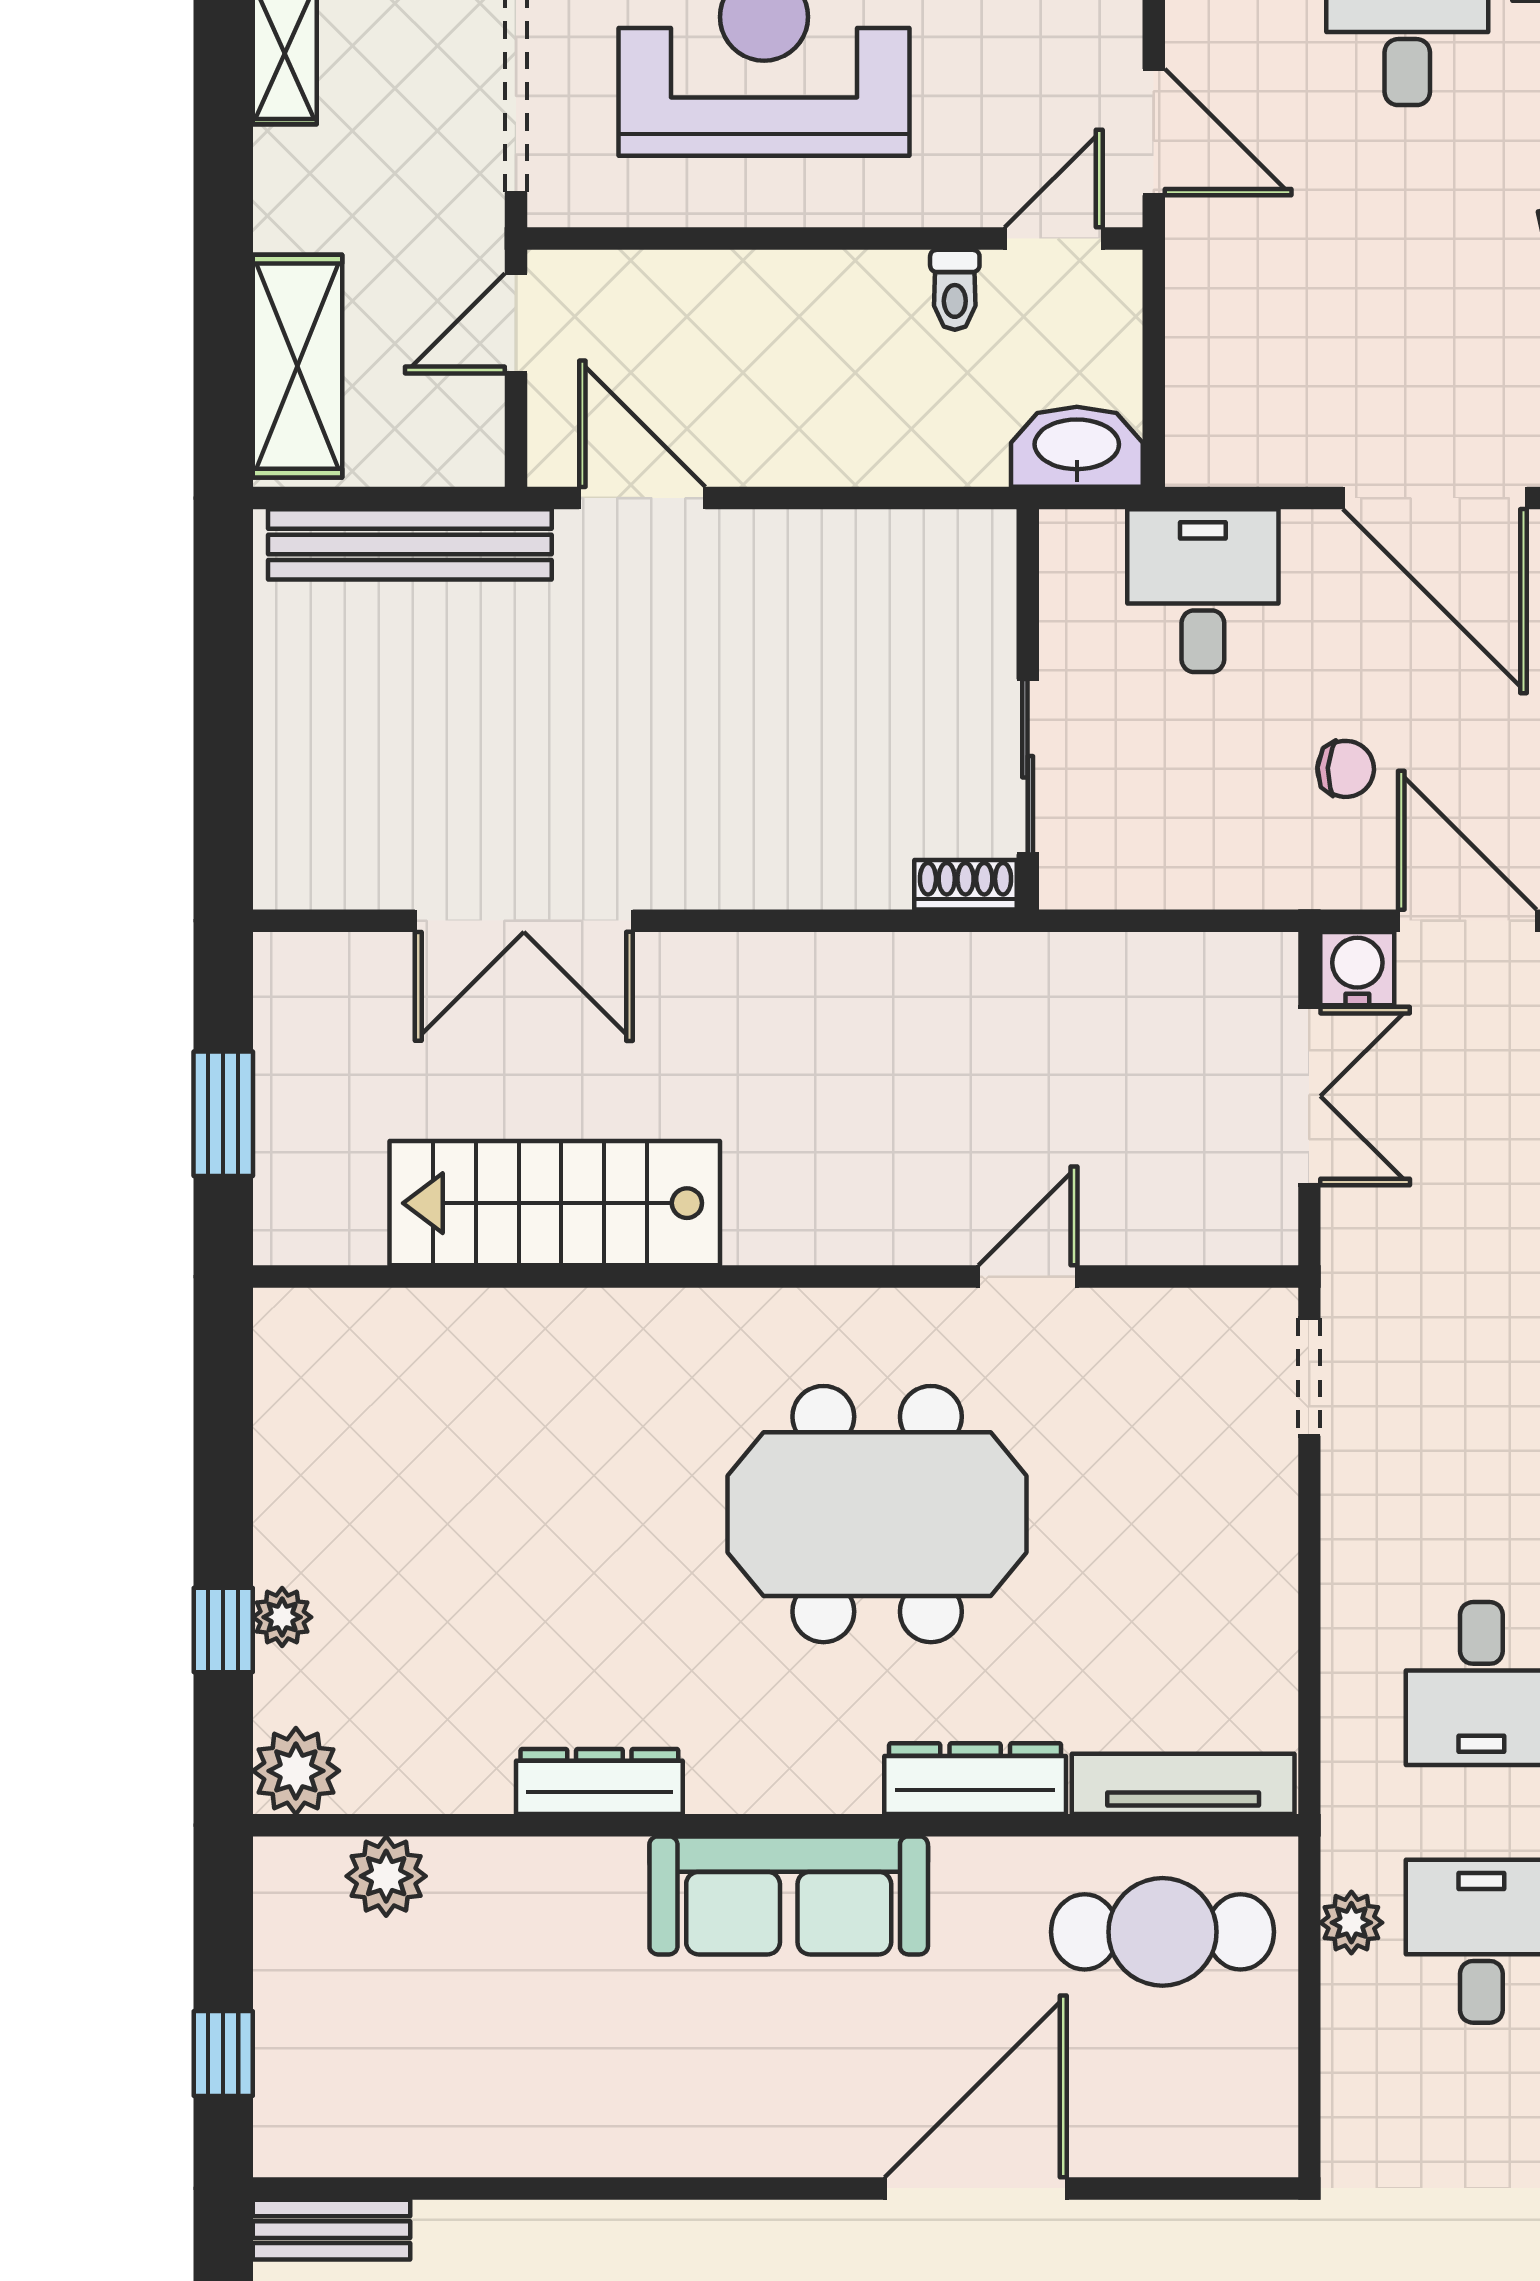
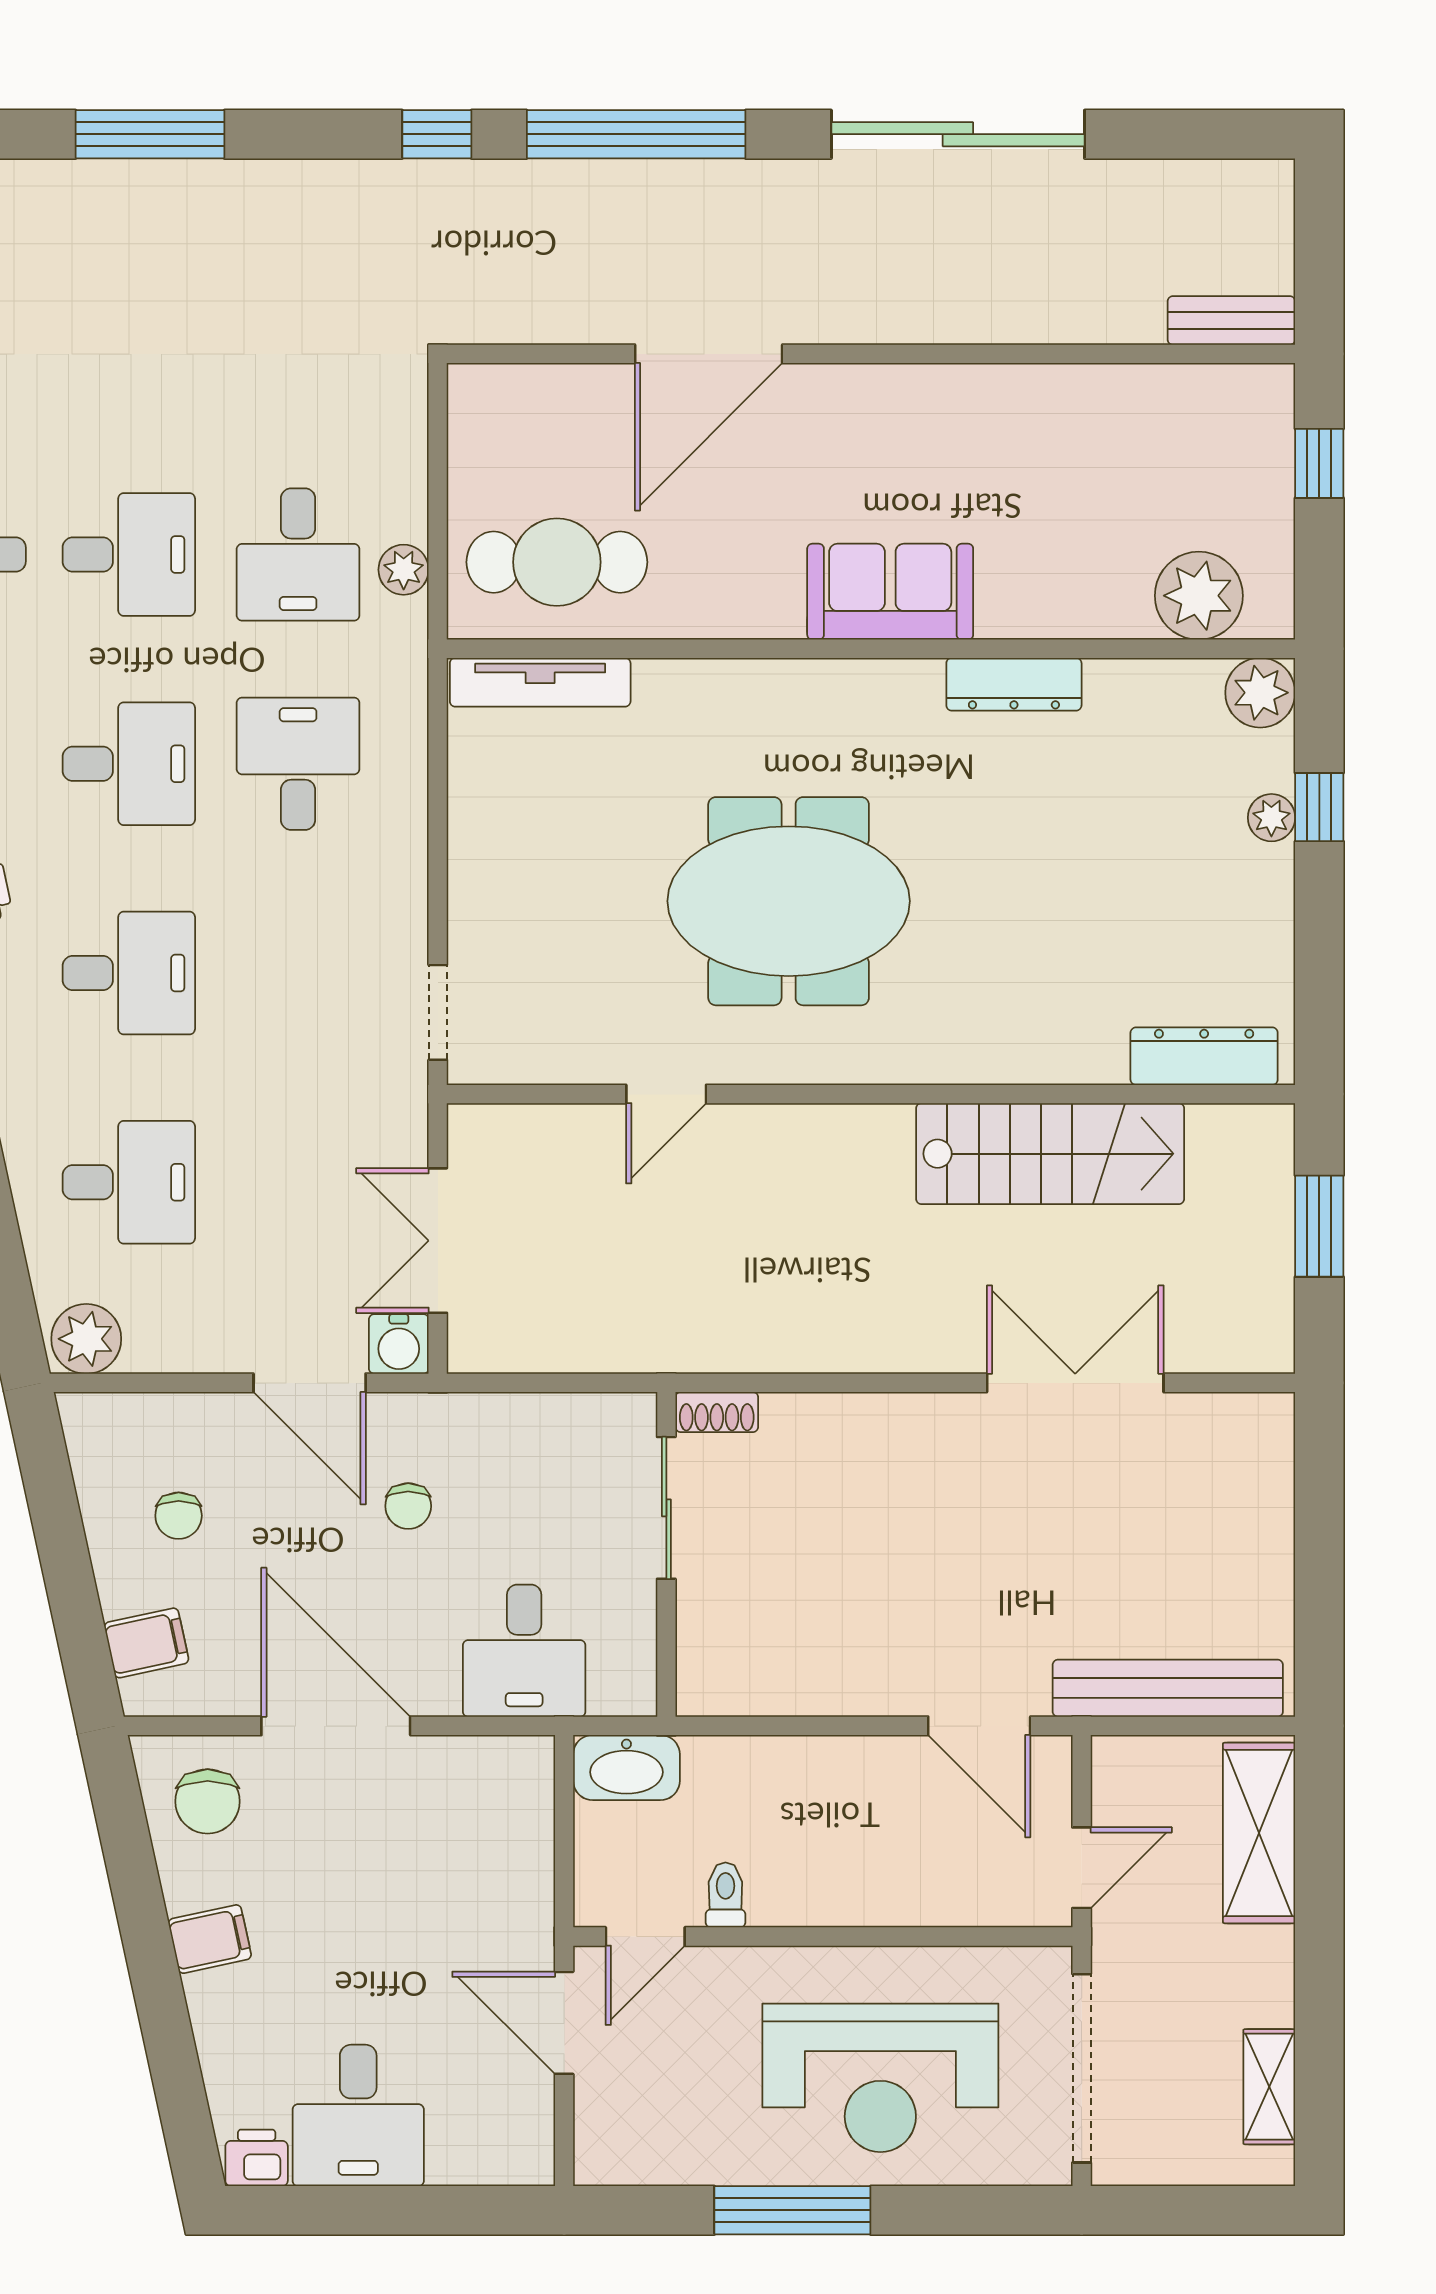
chair: (1346, 769) -> (408, 1506), turned -93
dresser: (975, 1779) -> (1204, 1056), moved, turned 180
plant: (386, 1876) -> (1199, 596), width x1.36, depth x1.36
sofa: (789, 1895) -> (890, 592), width x0.73

